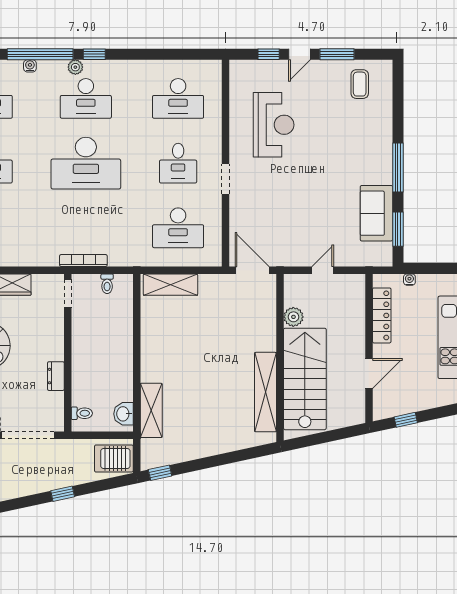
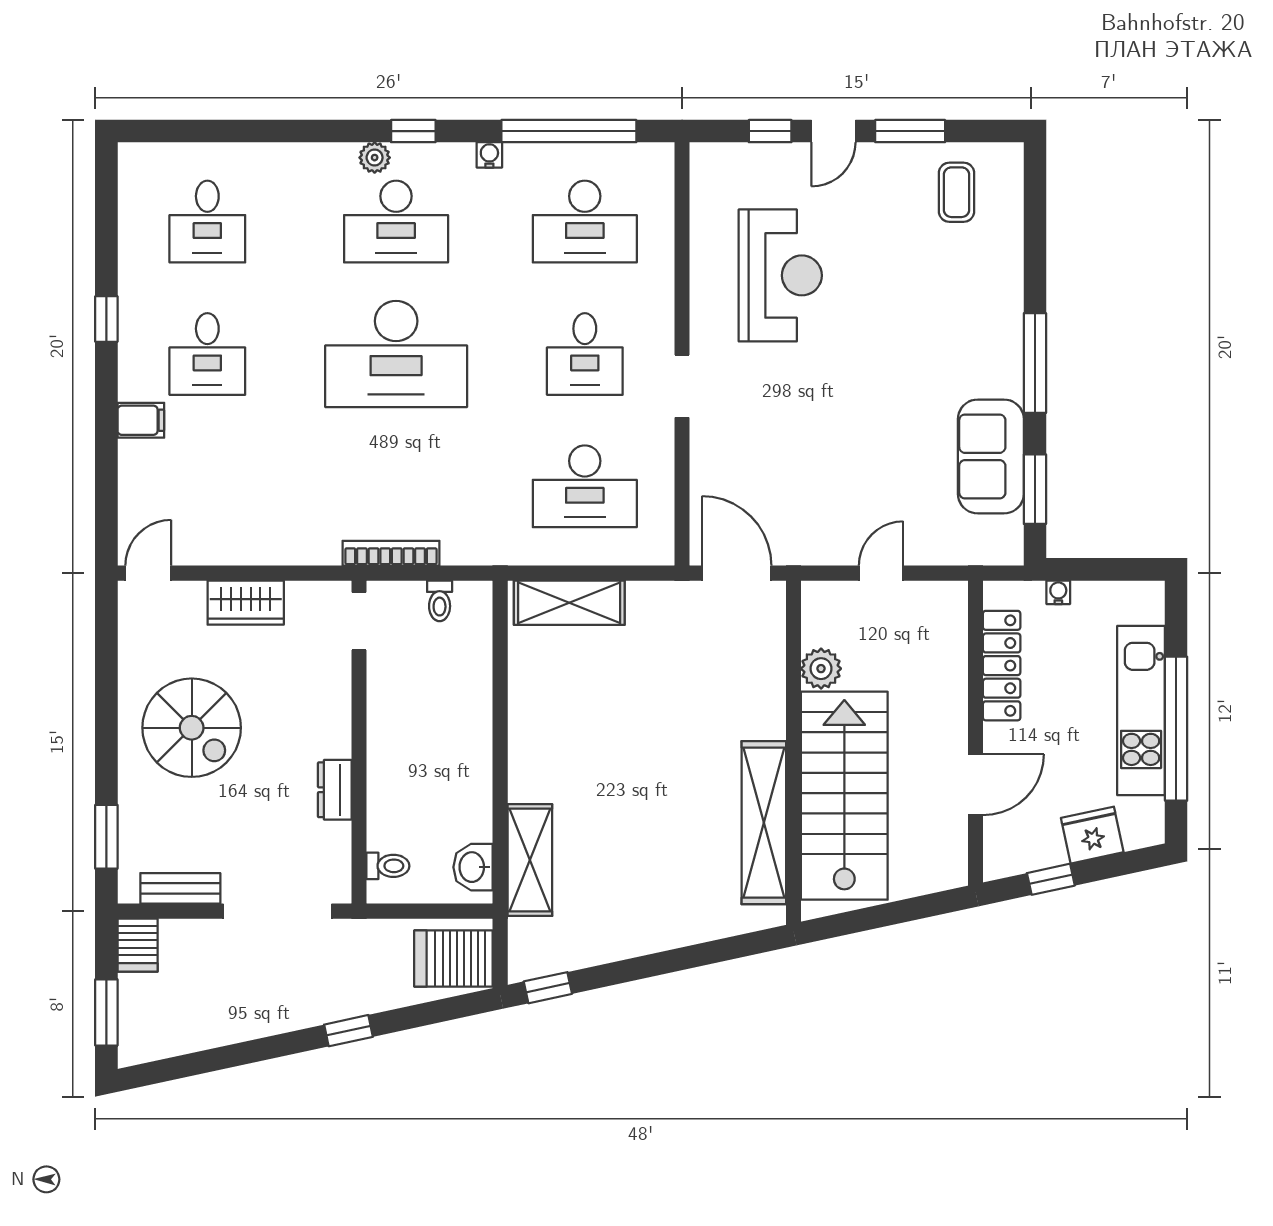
window: (40, 54) -> (569, 131), moved
water cooler: (30, 66) -> (489, 155), moved
fridge: (426, 398) -> (1092, 835), added

